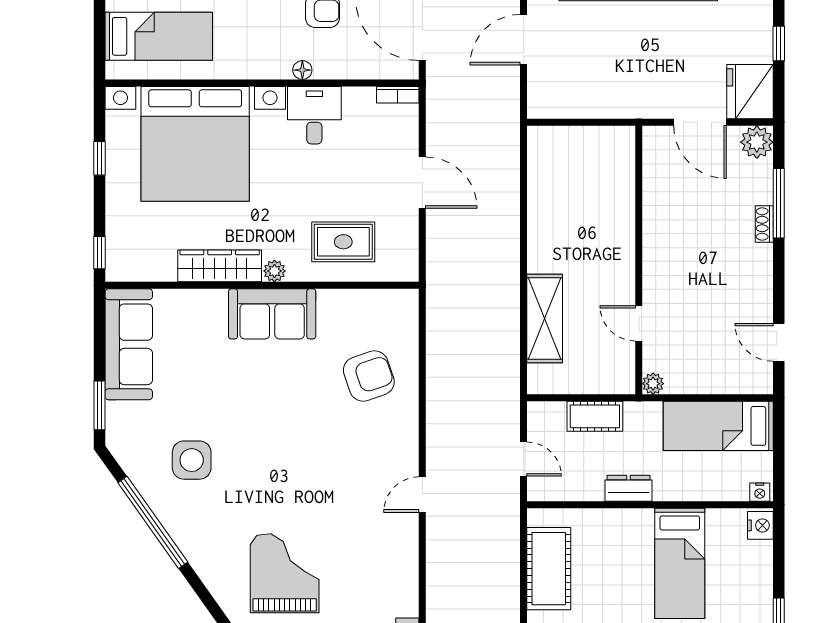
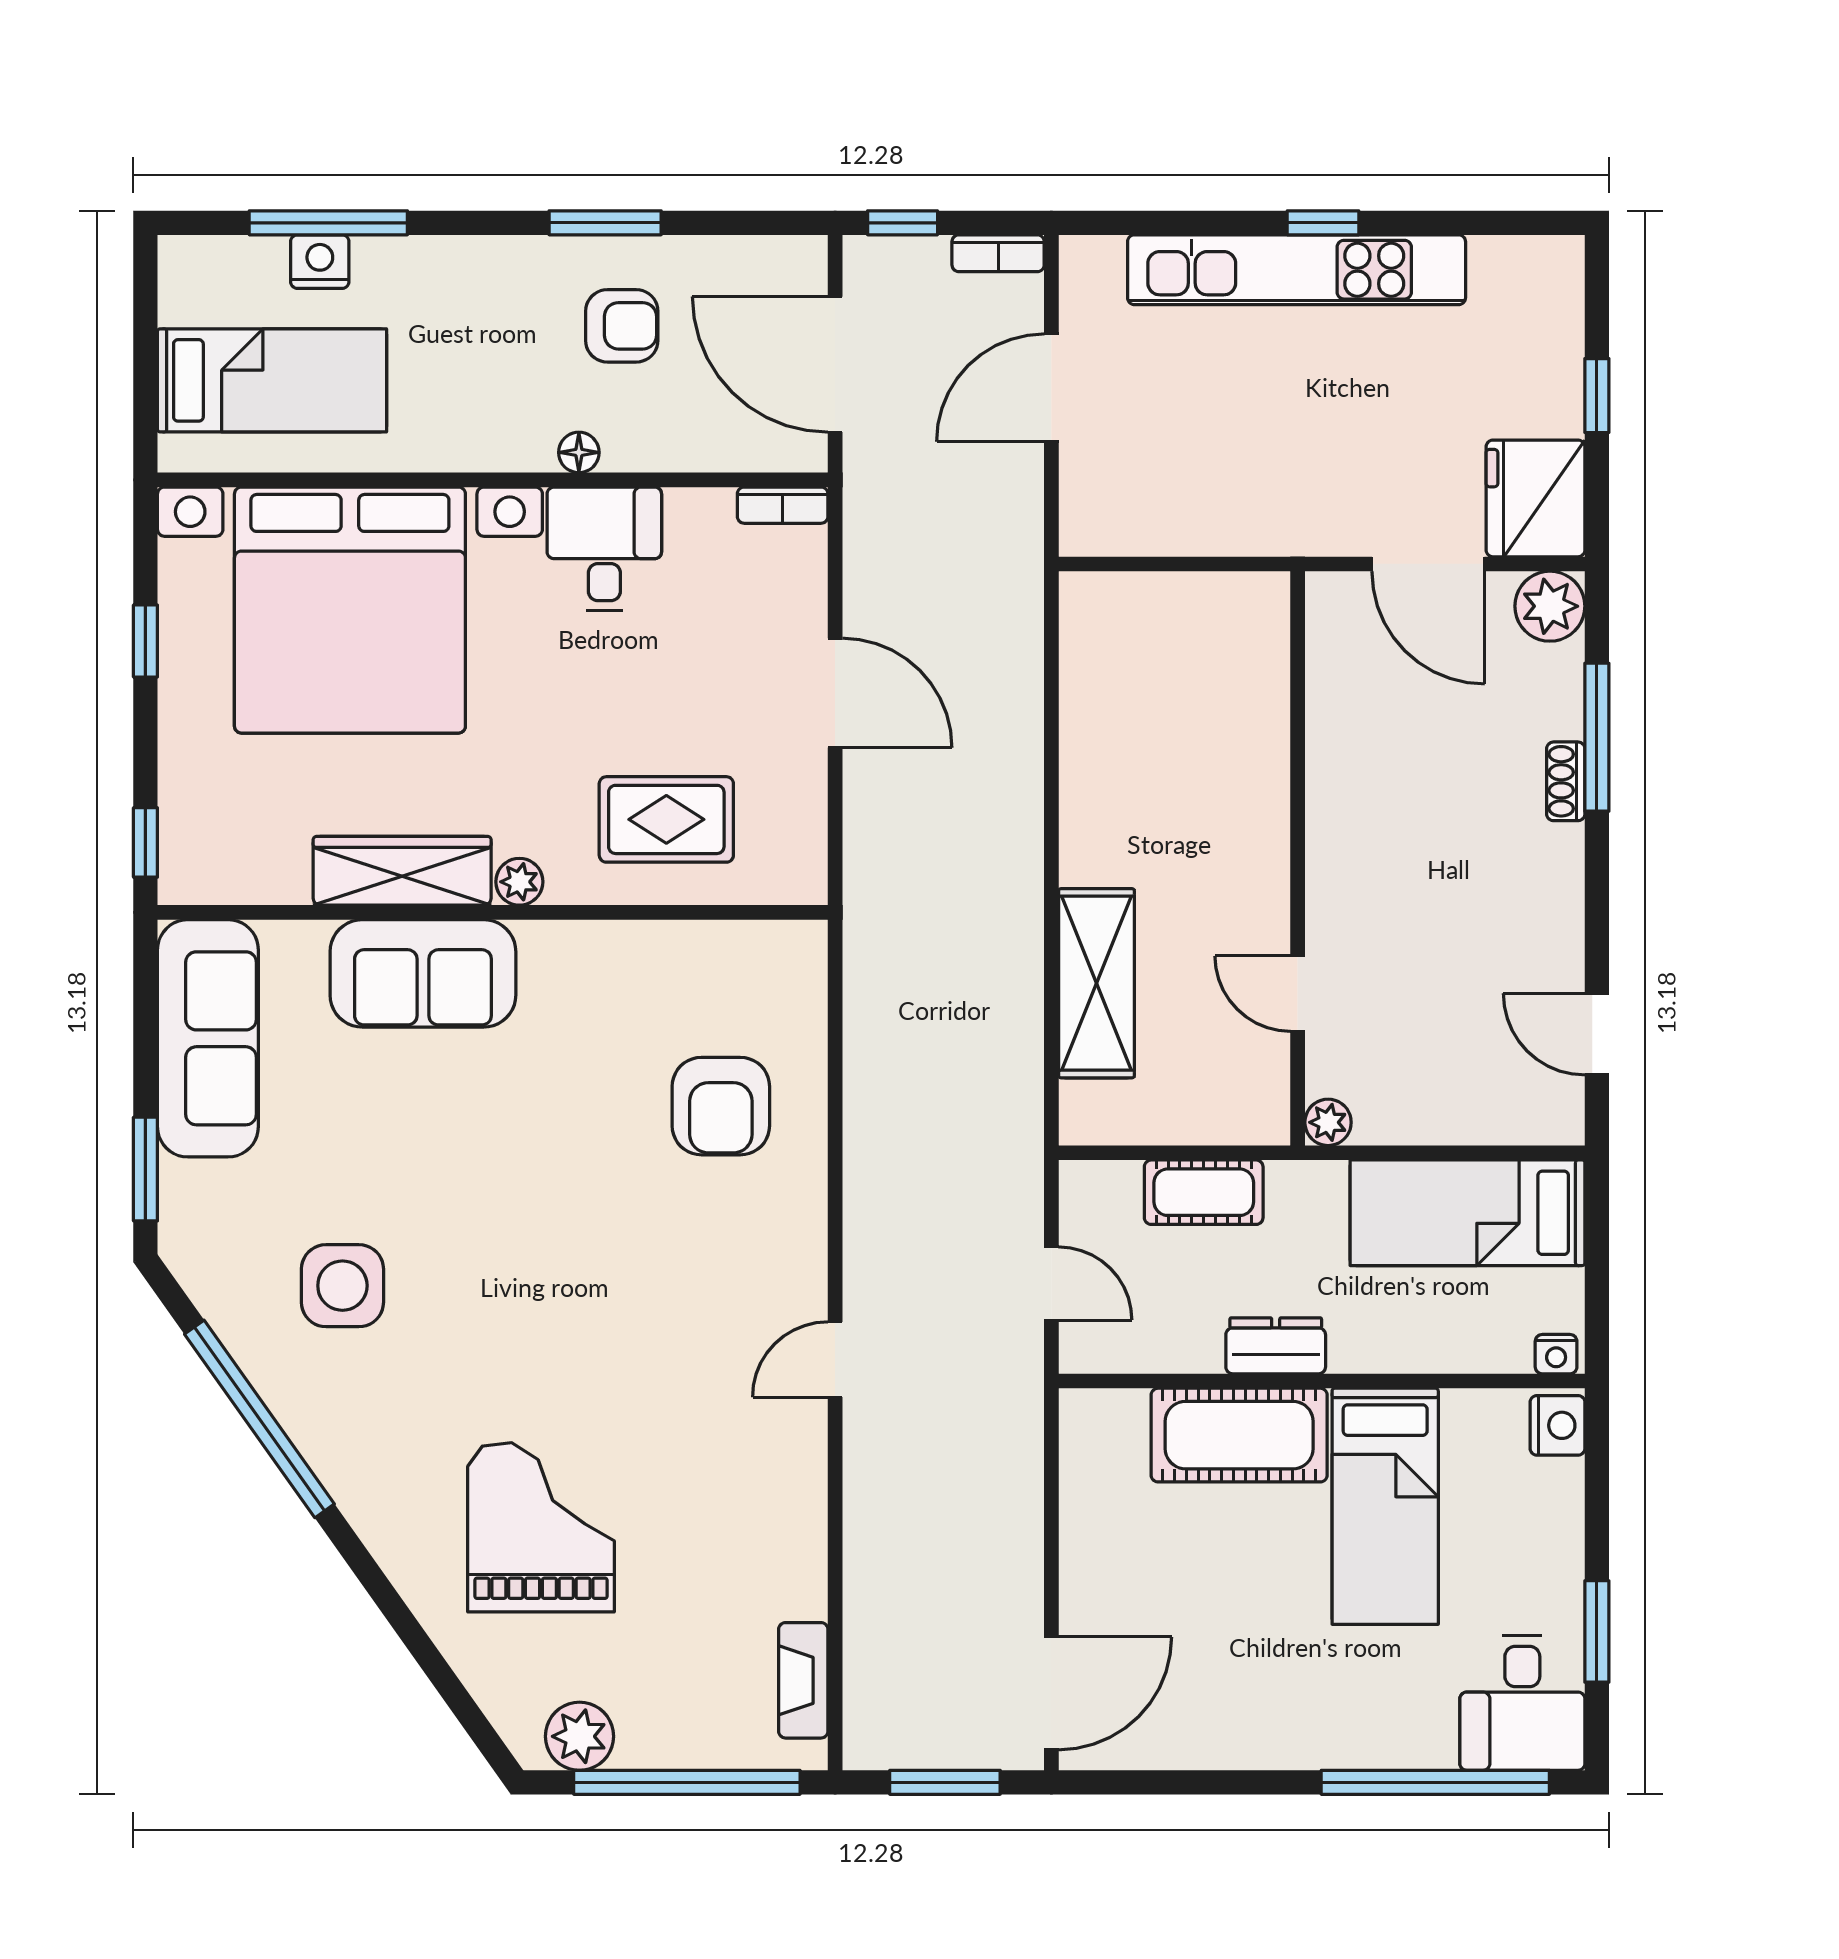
sofa: (272, 314) -> (423, 973), moved
armchair: (369, 376) -> (721, 1106), turned 109
cot: (549, 569) -> (1239, 1435), moved, turned 90

